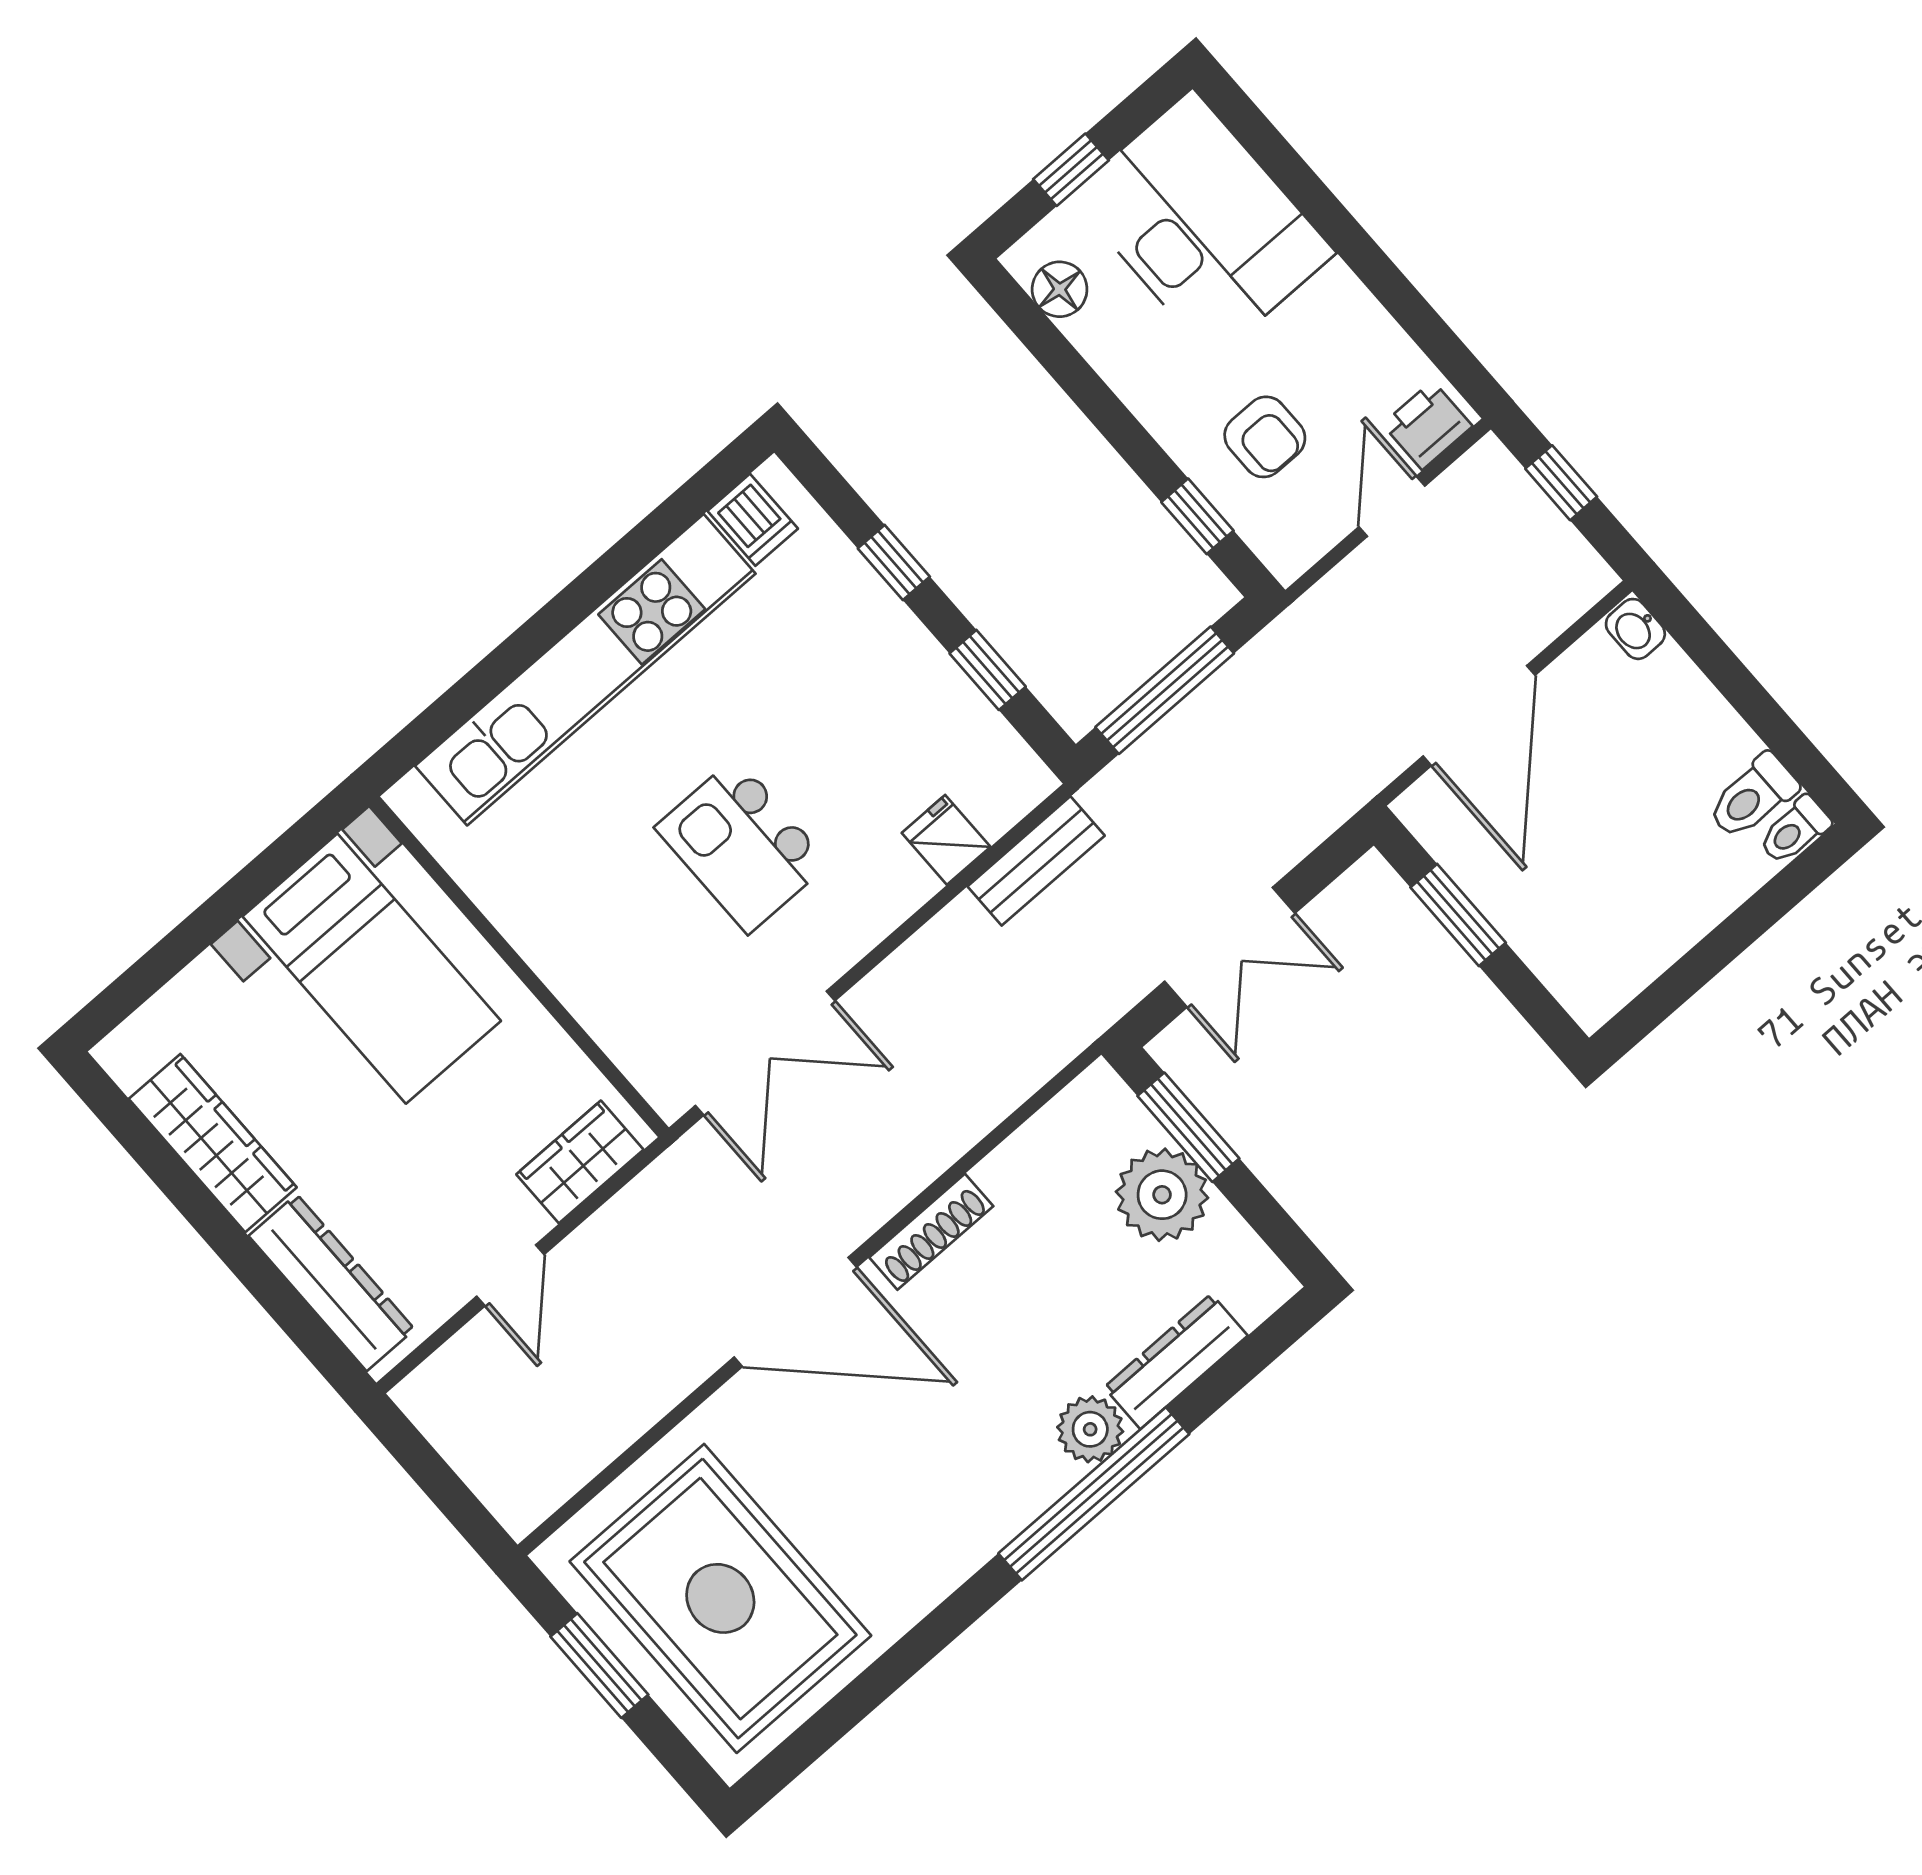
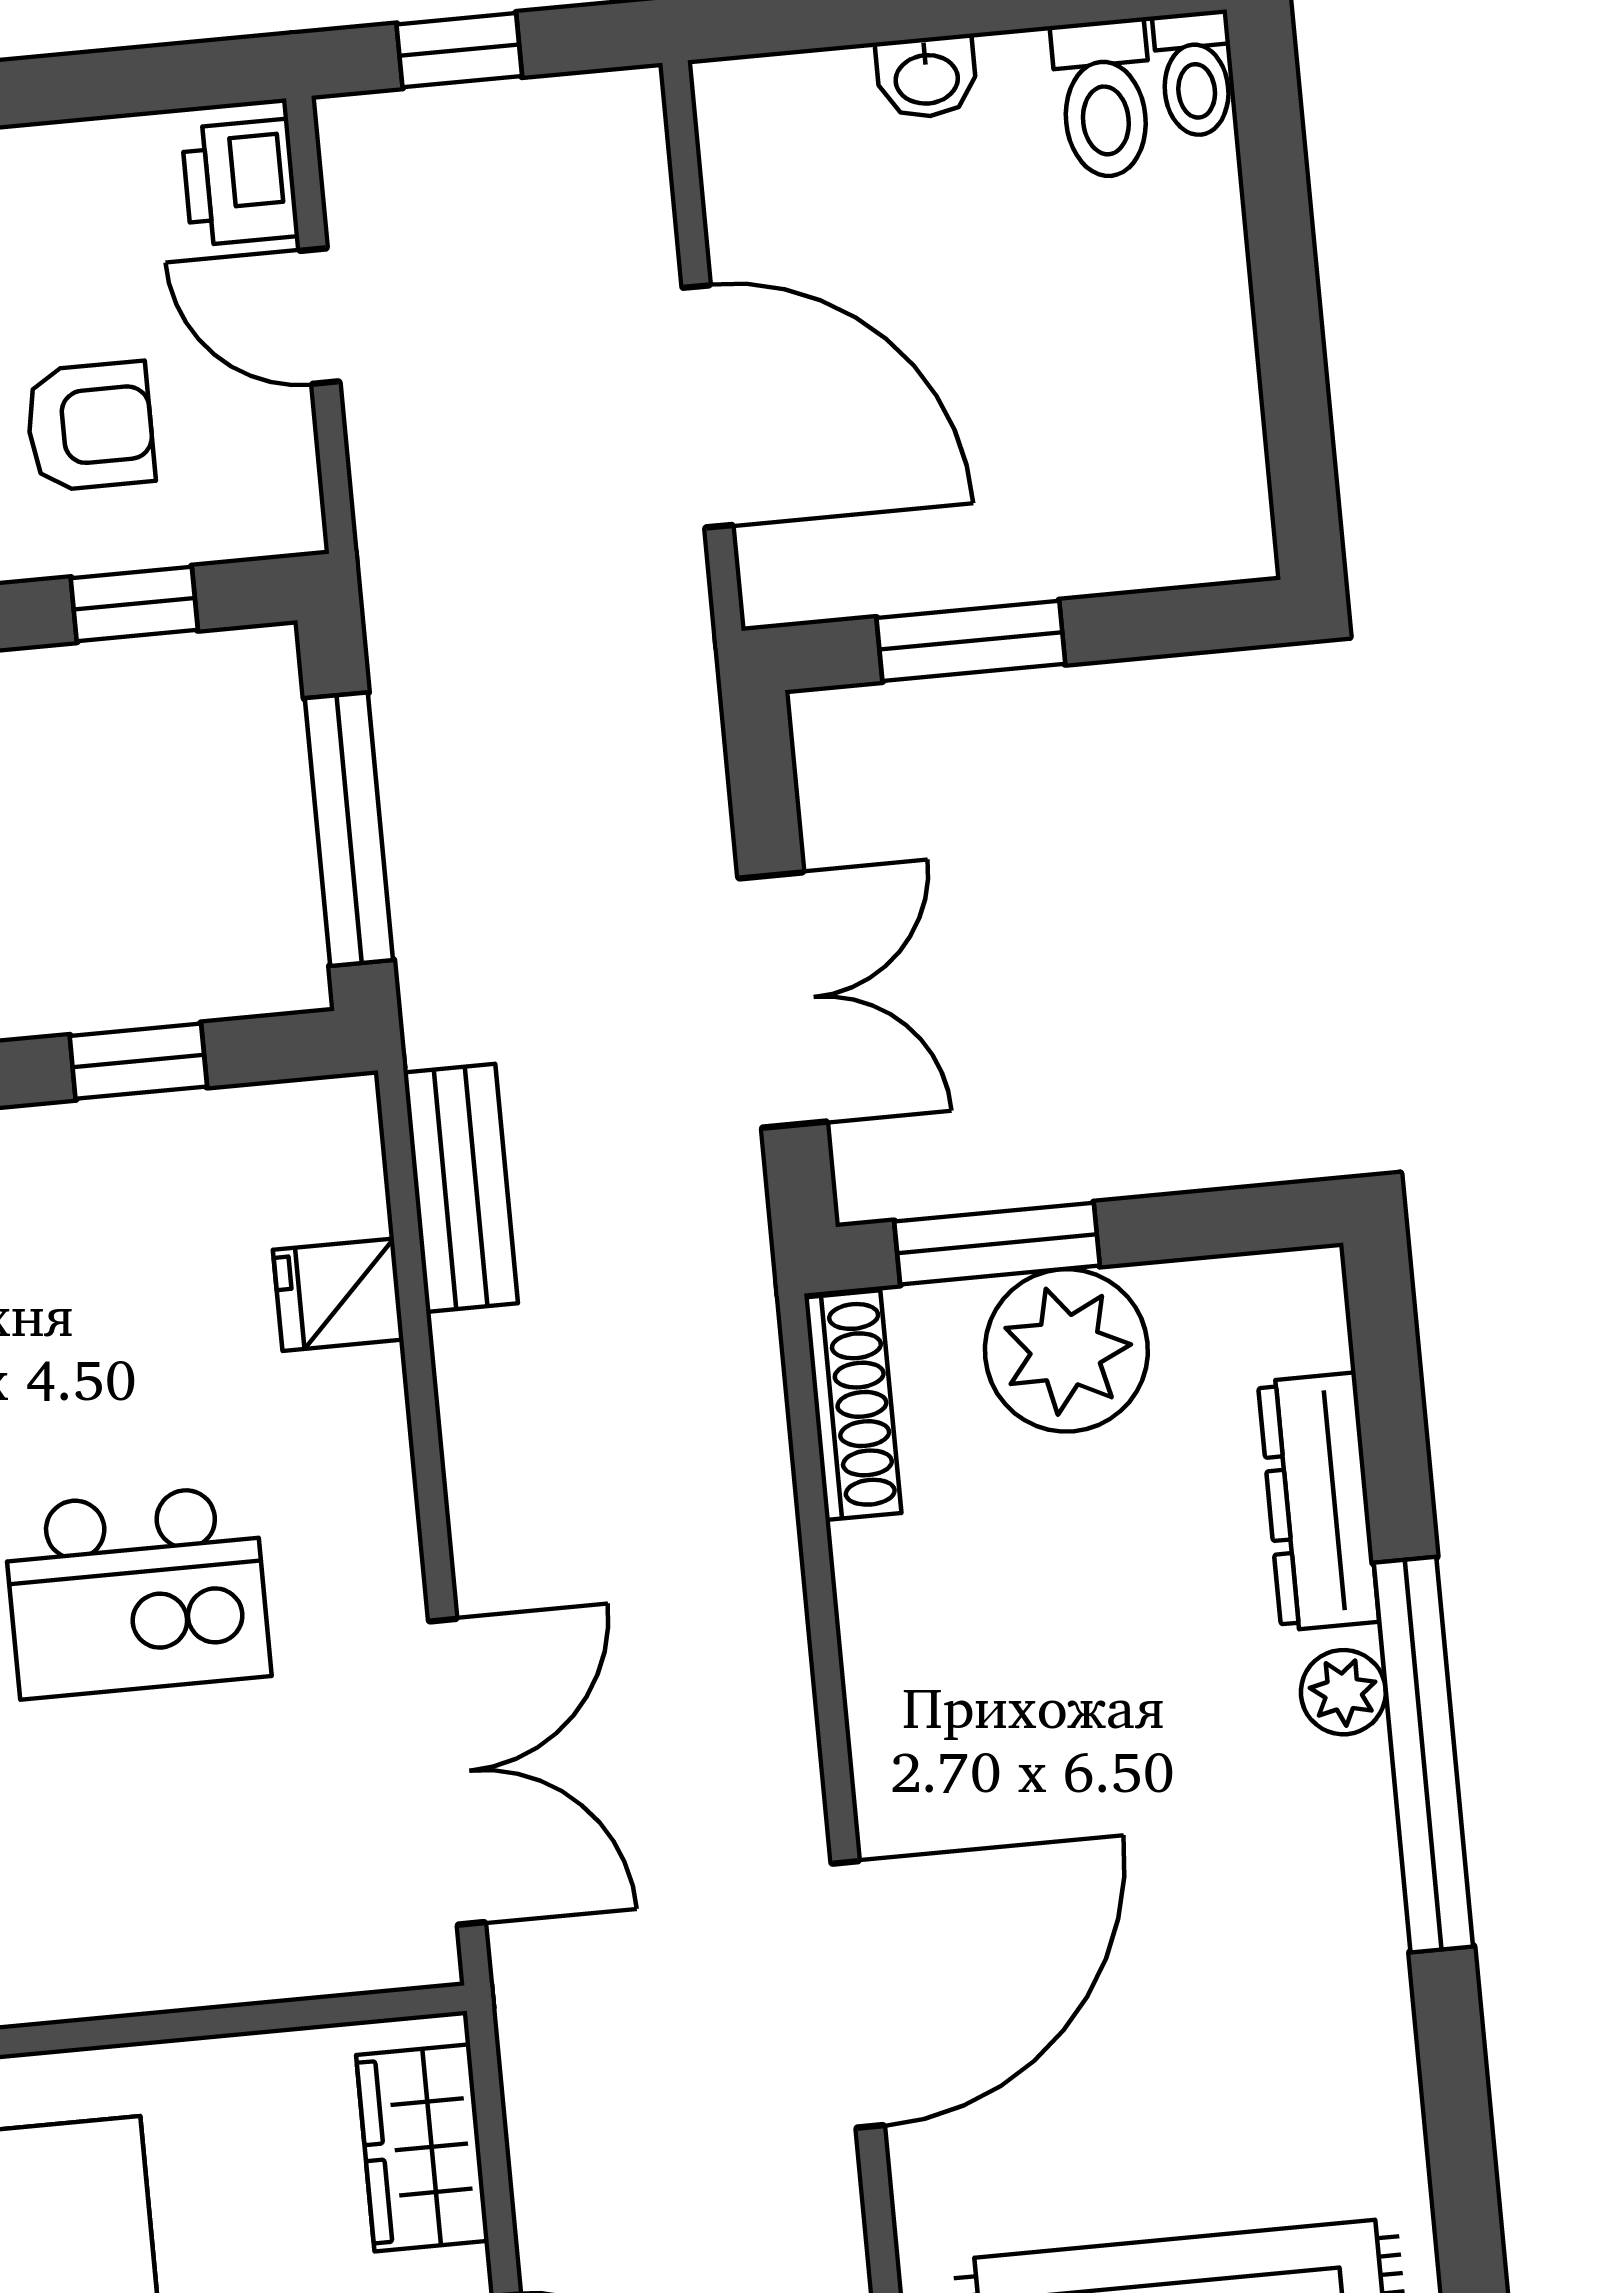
washbasin: (1635, 629) -> (927, 77), moved
shoe rack: (931, 1232) -> (853, 1405), moved
plant: (1090, 1429) -> (1343, 1692), width x0.73, depth x0.73

